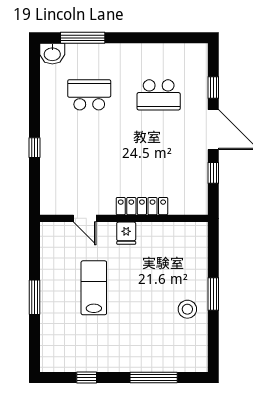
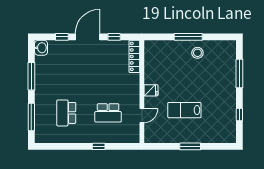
window: (149, 38) -> (31, 76), added
washbasin: (52, 54) -> (41, 48), moved
school desk: (159, 95) -> (108, 113), moved, turned 90
locker: (142, 206) -> (134, 56), moved
window: (213, 294) -> (188, 37), width x1.44

